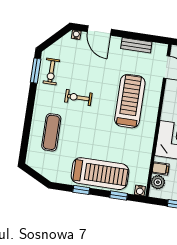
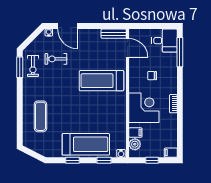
bench: (136, 45) -> (114, 34), moved
exercise bike: (78, 98) -> (56, 59), moved
treadmill: (130, 101) -> (101, 81), turned -90

